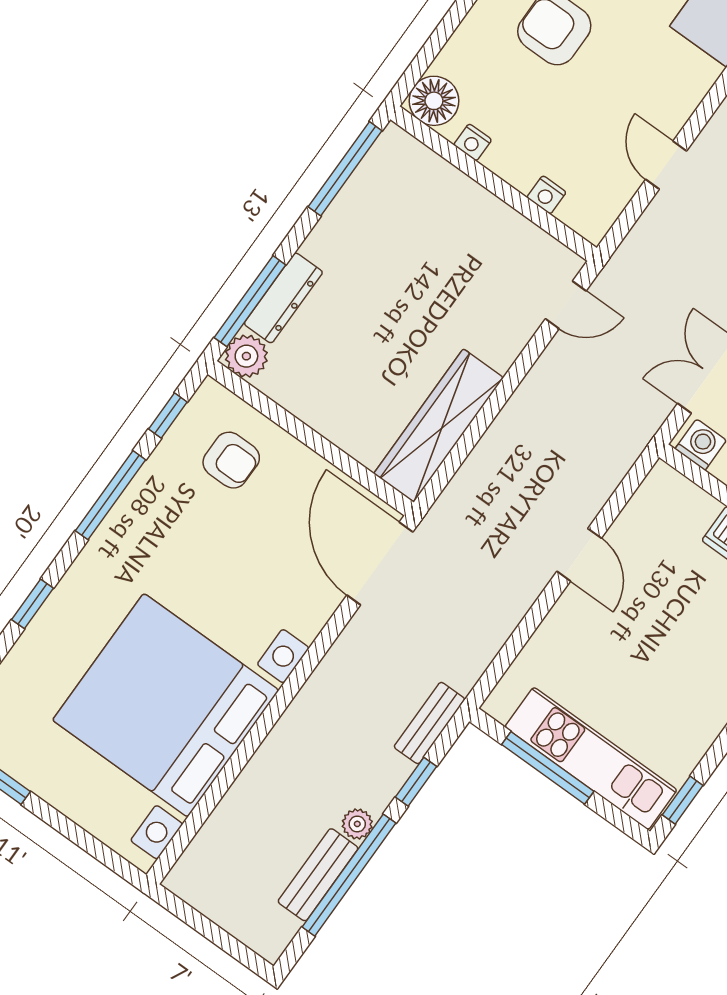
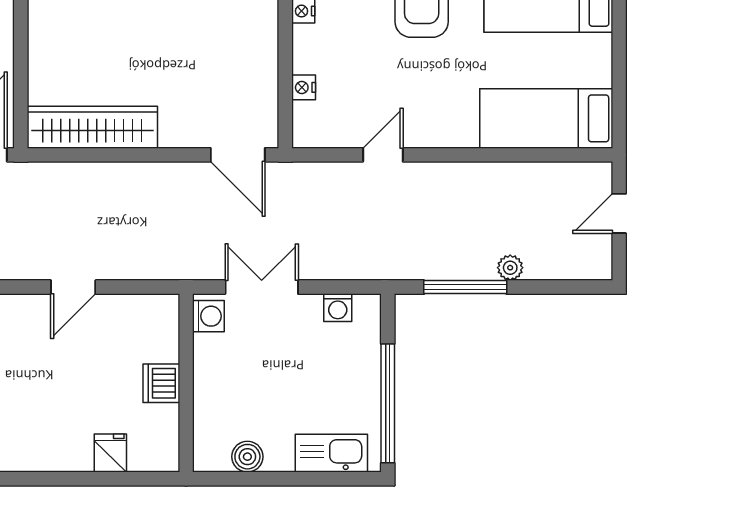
door: (566, 305) -> (238, 155), width x1.38

